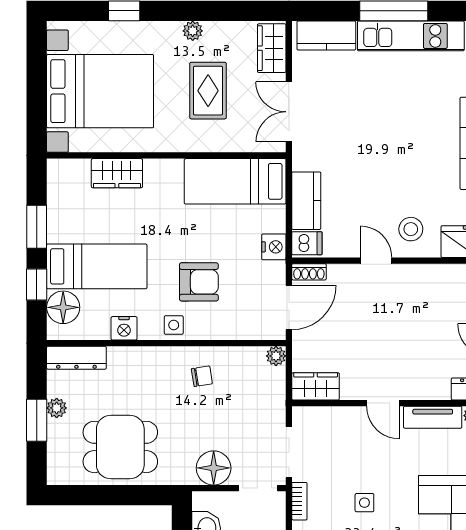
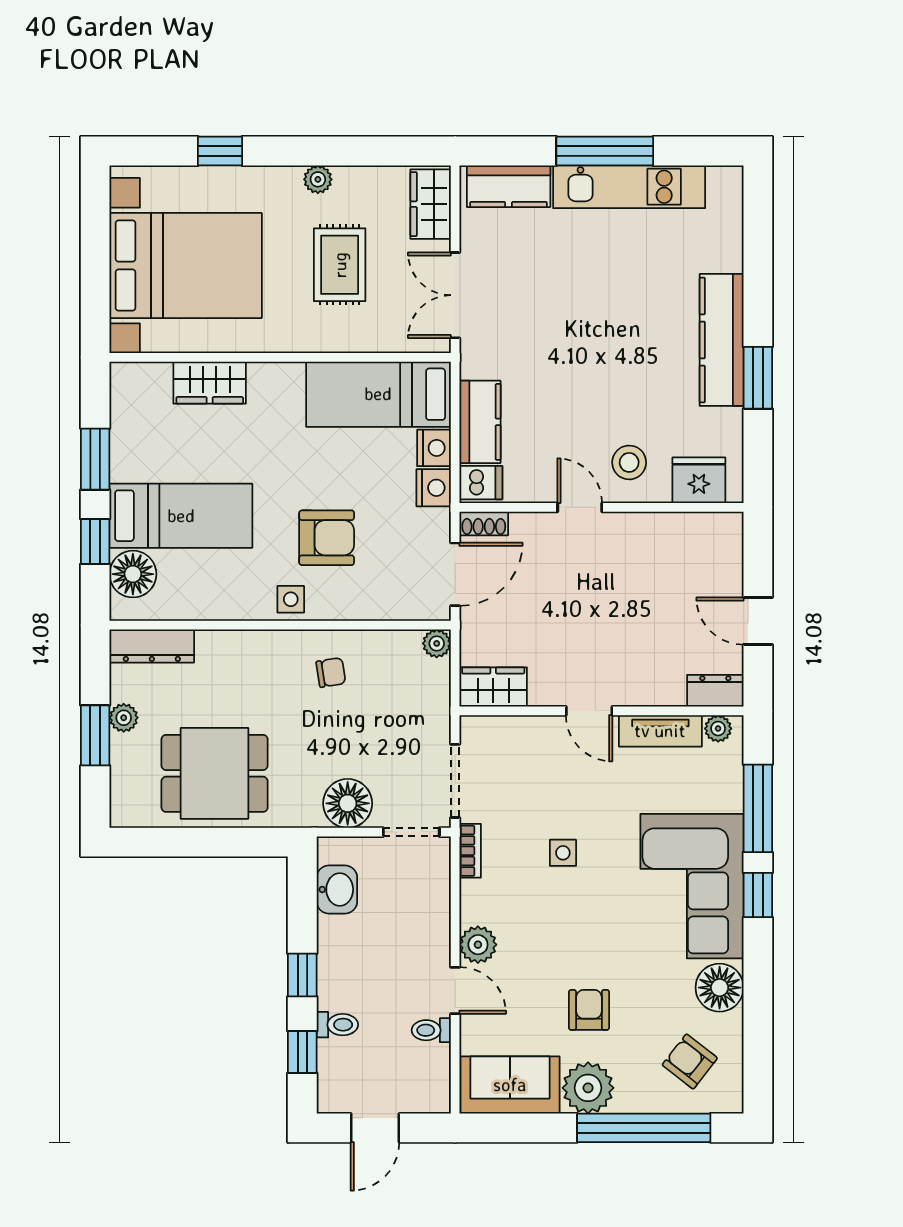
nightstand: (124, 328) -> (434, 448), moved, turned -90

